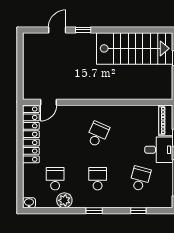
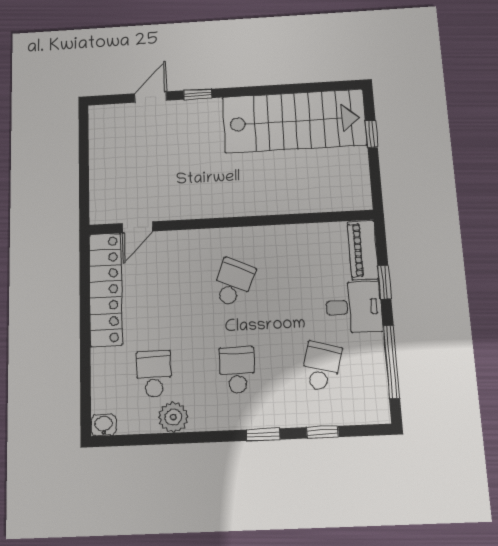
window: (94, 211) -> (263, 435), moved

